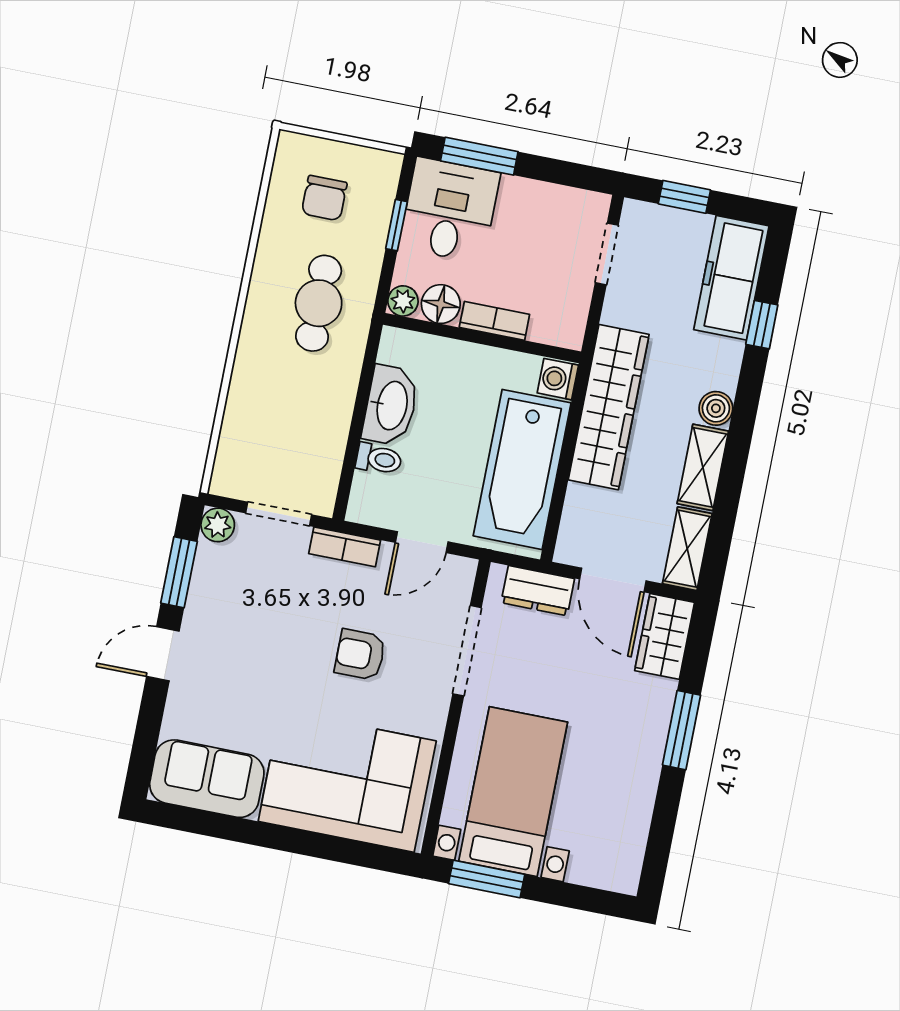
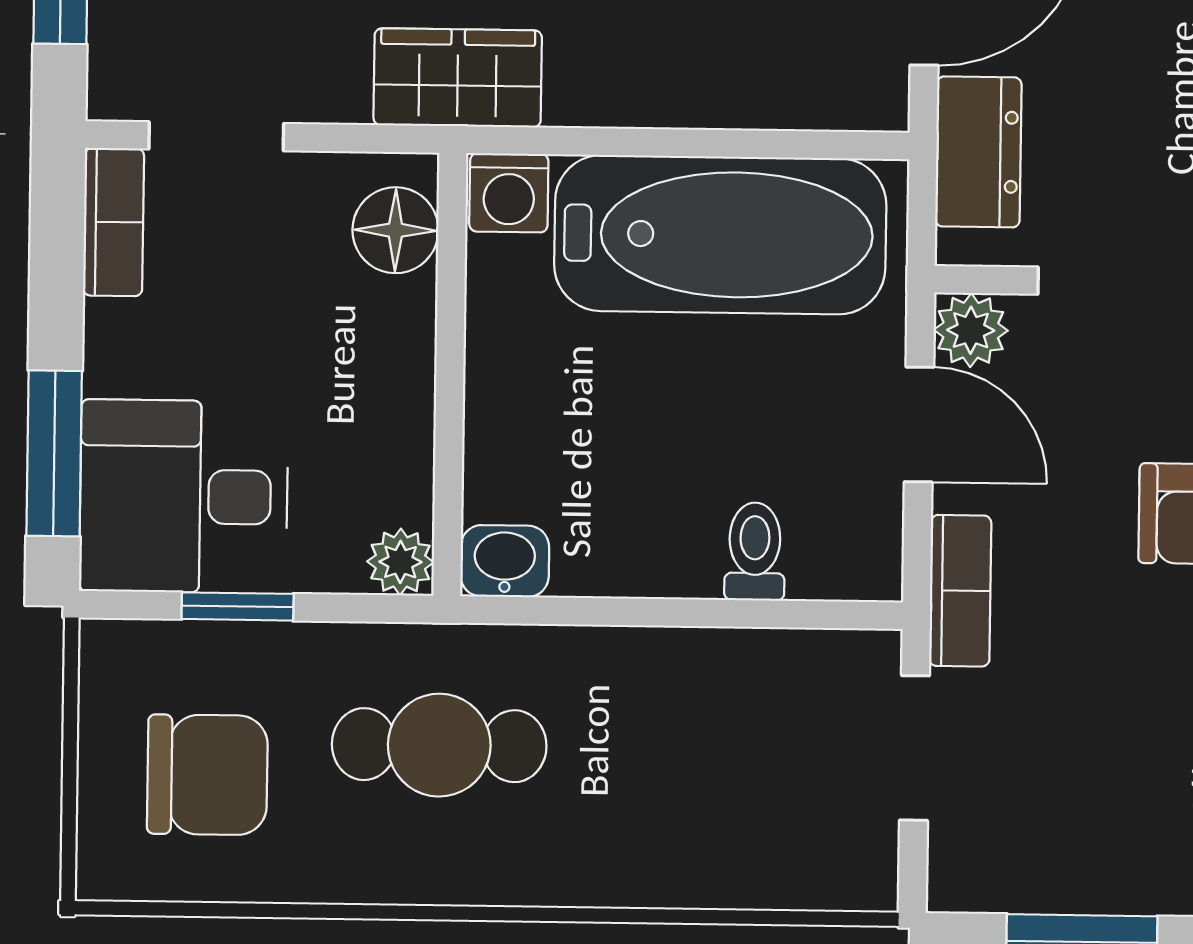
chair: (324, 198) -> (207, 775), width x1.37, depth x1.37
floor lamp: (441, 304) -> (395, 230), moved
bookcase: (494, 321) -> (114, 222), moved, turned 180
washbasin: (391, 405) -> (505, 561), moved, width x0.52, depth x0.69
wardrobe: (609, 407) -> (458, 78), width x0.48, depth x0.85
plant: (218, 525) -> (971, 330), moved

